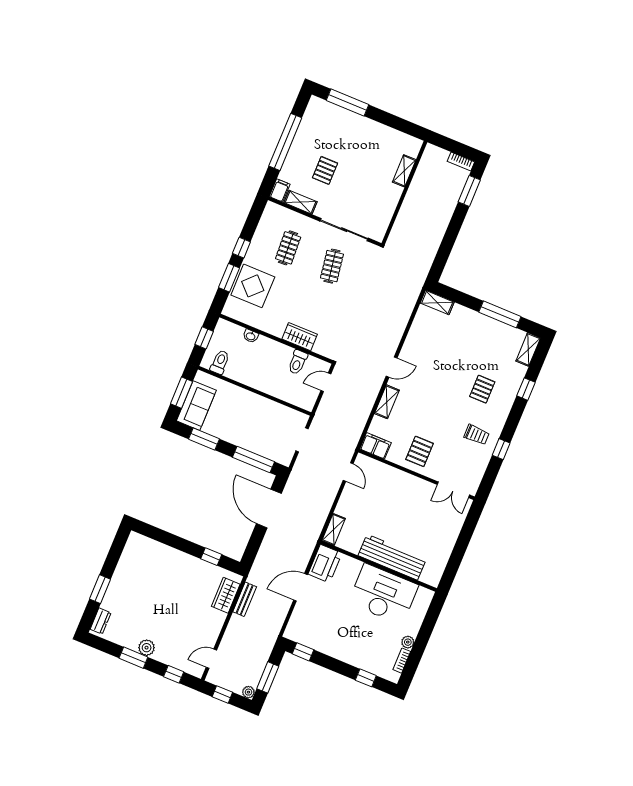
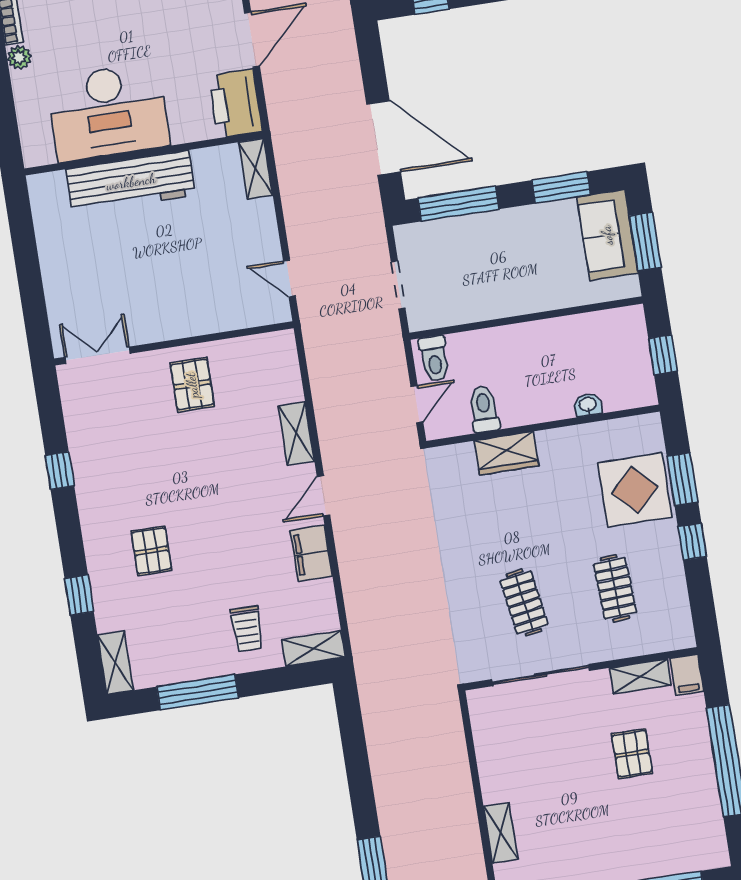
toilet: (220, 362) -> (434, 359), moved
trolley: (477, 435) -> (247, 629), moved, turned -90
filing cabinet: (376, 446) -> (311, 553), moved, turned 90

